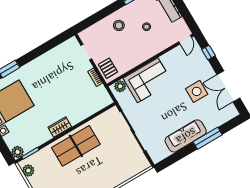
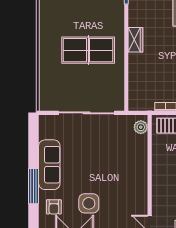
corner sofa: (148, 80) -> (130, 159), removed
armchair: (214, 115) -> (54, 207), added
table tennis table: (76, 146) -> (88, 50), moved, turned 90

